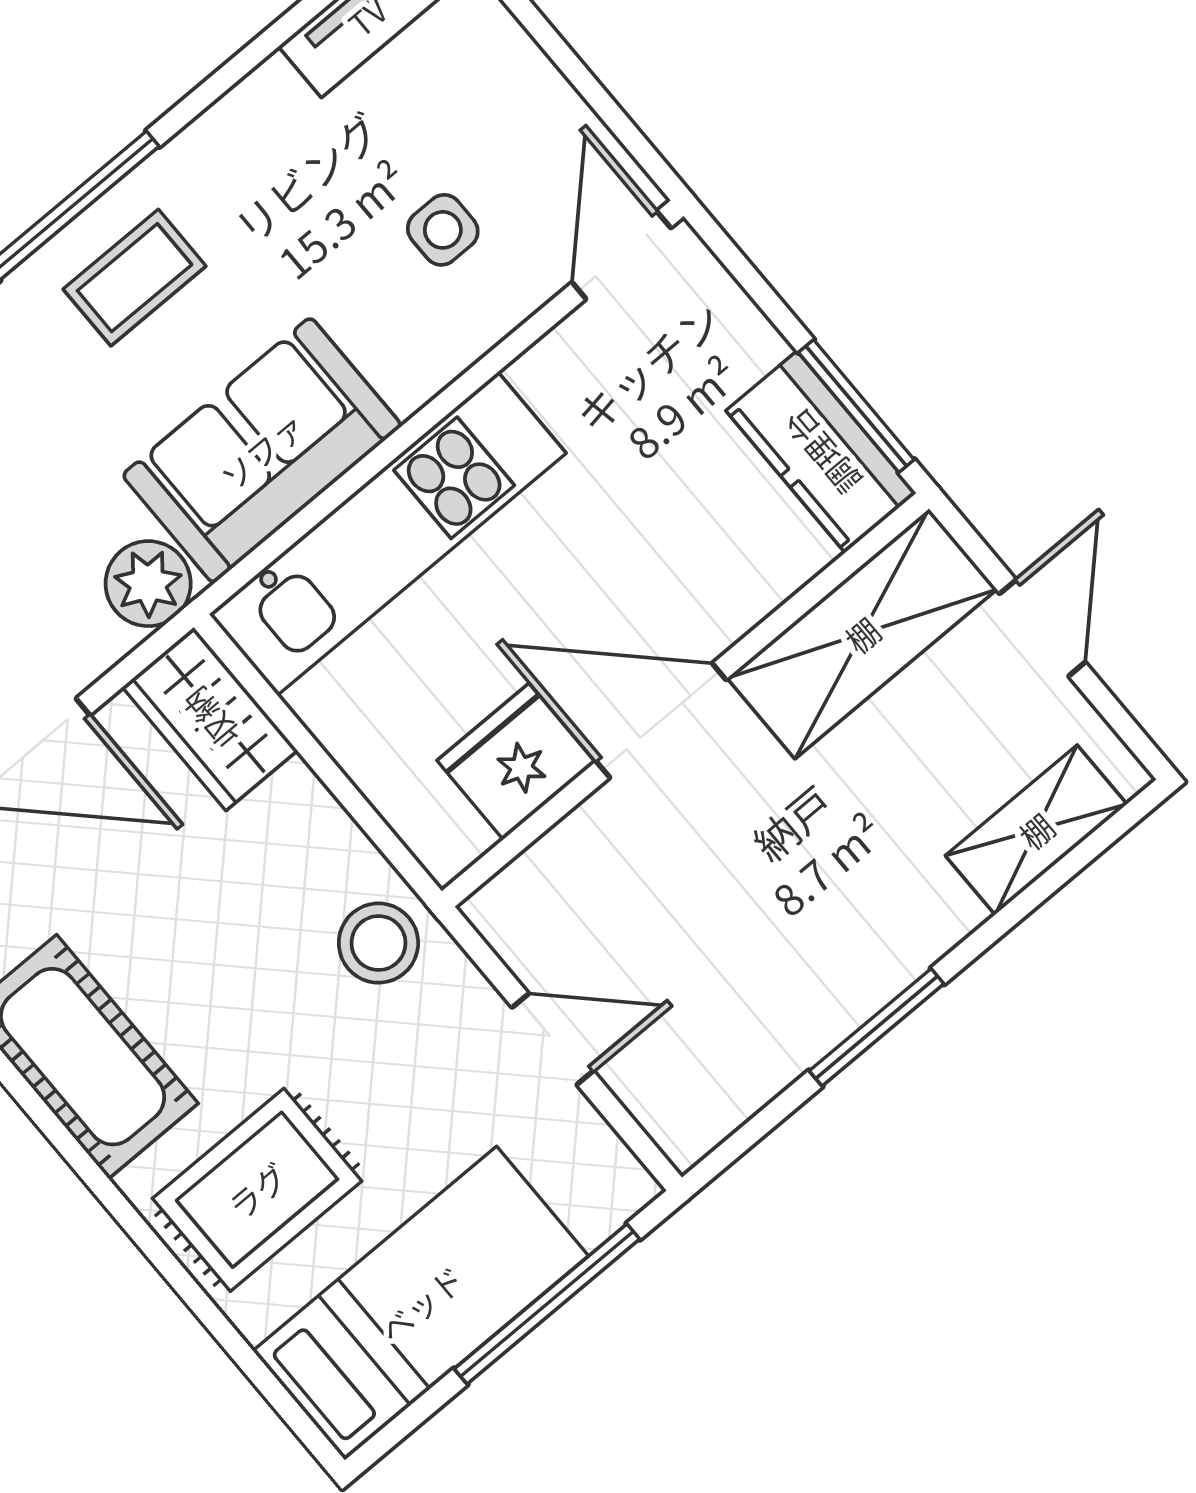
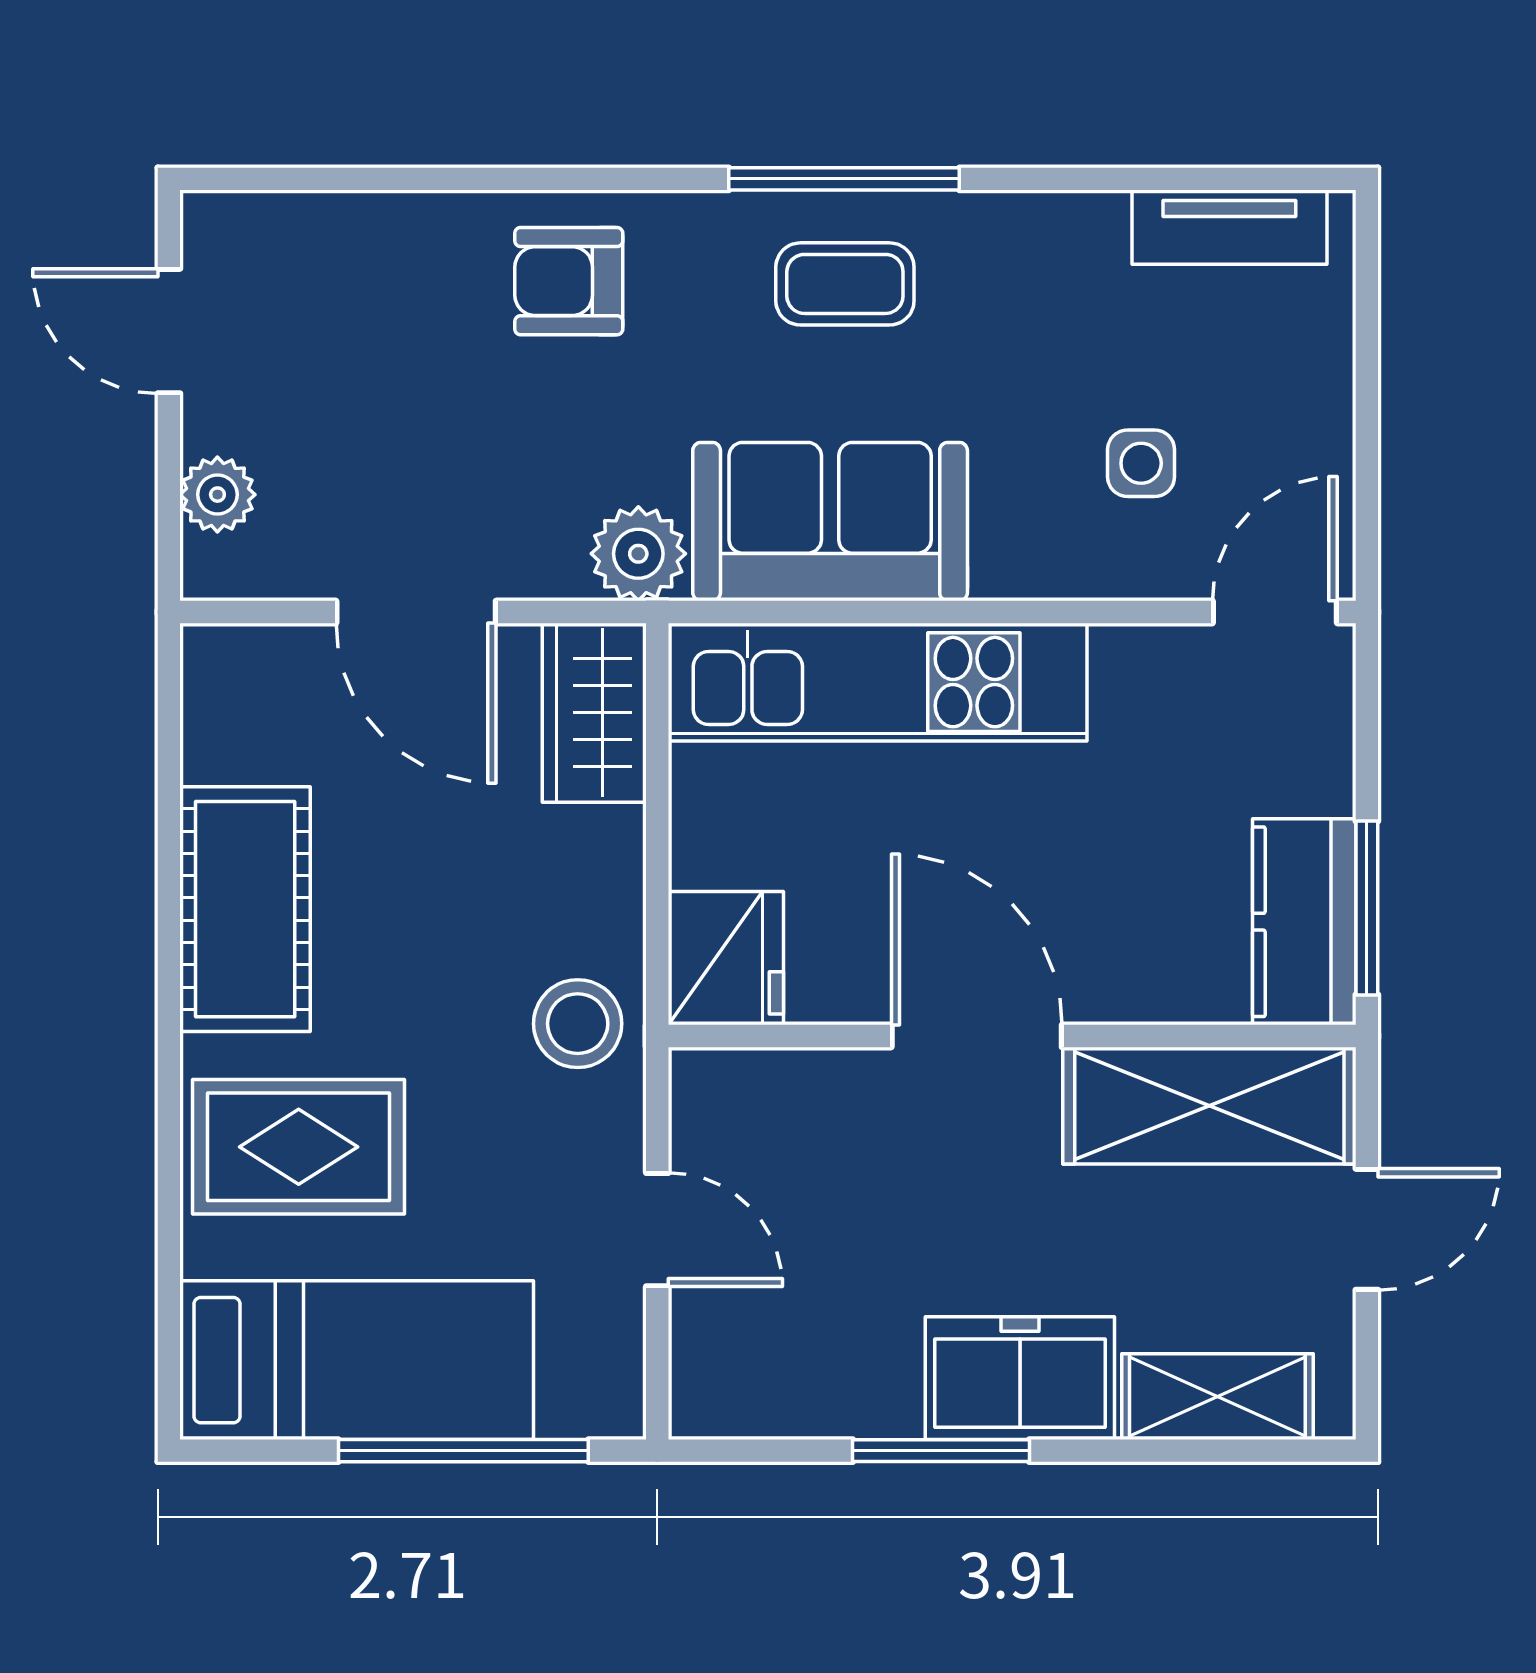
fridge: (516, 761) -> (726, 958), moved, turned 90
freezer: (889, 932) -> (1020, 1378), added

